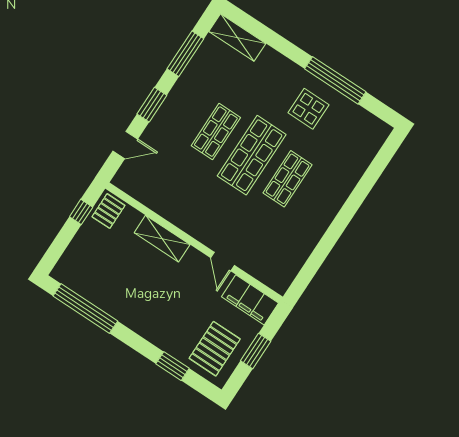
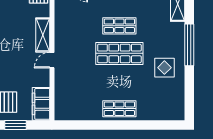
window: (335, 80) -> (189, 45), moved
shop shelf: (287, 179) -> (119, 109), moved
door: (222, 261) -> (52, 60), moved

